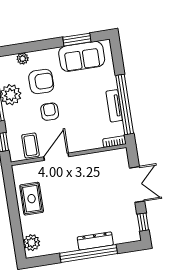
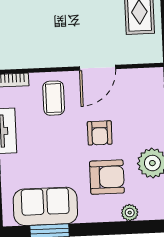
armchair: (41, 82) -> (107, 177), turned 180
coffee table: (30, 146) -> (54, 98), moved

